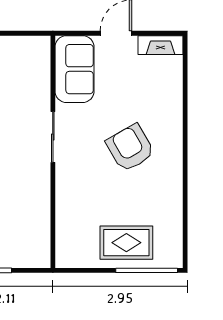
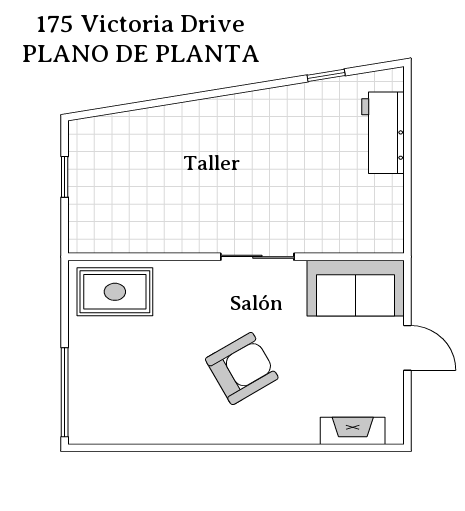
fireplace: (161, 45) -> (353, 431), moved, turned 90
rug: (126, 243) -> (115, 292), moved, turned 90

